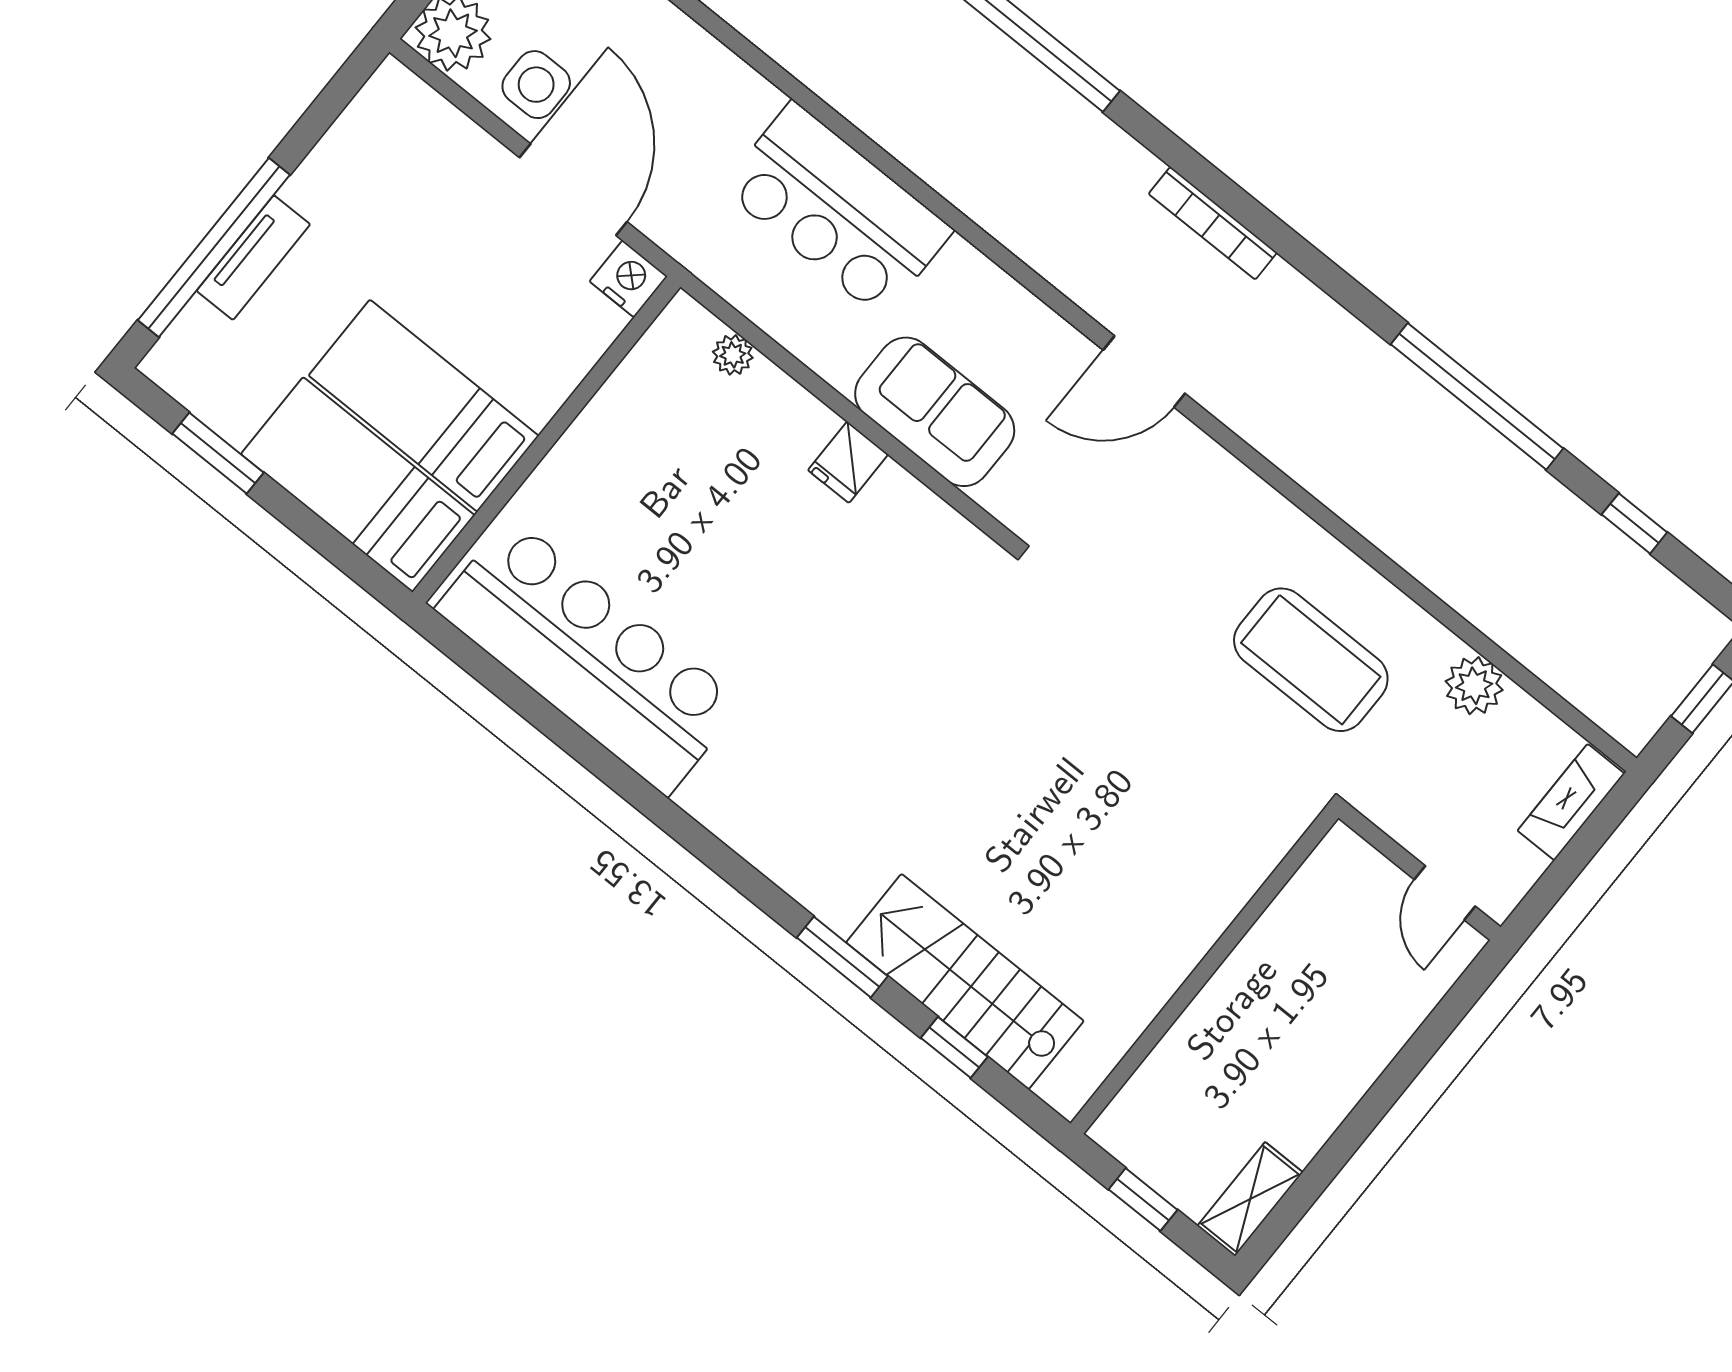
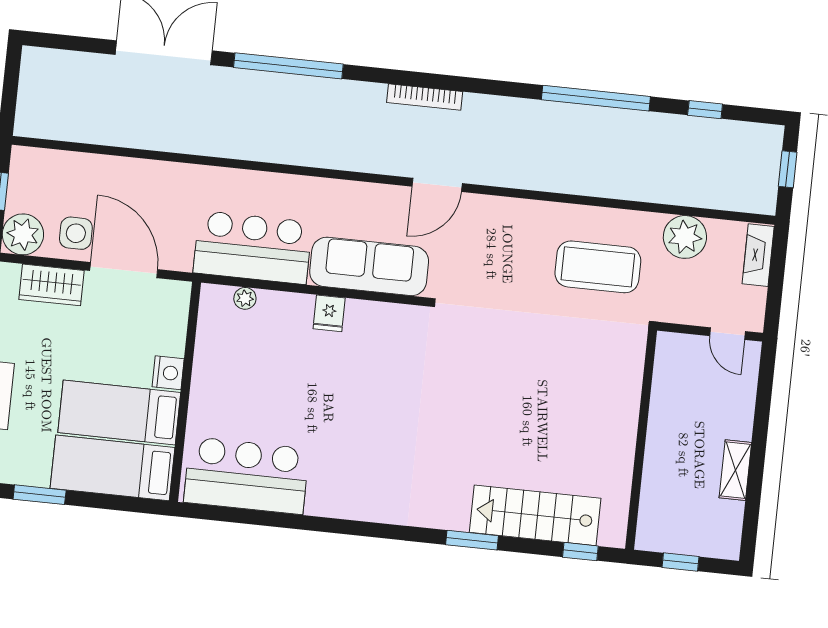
wardrobe: (446, 140) -> (51, 285), added
bar counter: (837, 209) -> (253, 247), moved, turned 180
nightstand: (629, 279) -> (168, 373), moved, turned 90
sofa: (935, 412) -> (369, 266), width x1.36
bar counter: (589, 656) -> (246, 476), width x0.73
plant: (1474, 686) -> (685, 237), width x1.36, depth x1.36
window: (954, 1047) -> (580, 552), moved
shelving: (1250, 1199) -> (735, 470), moved

